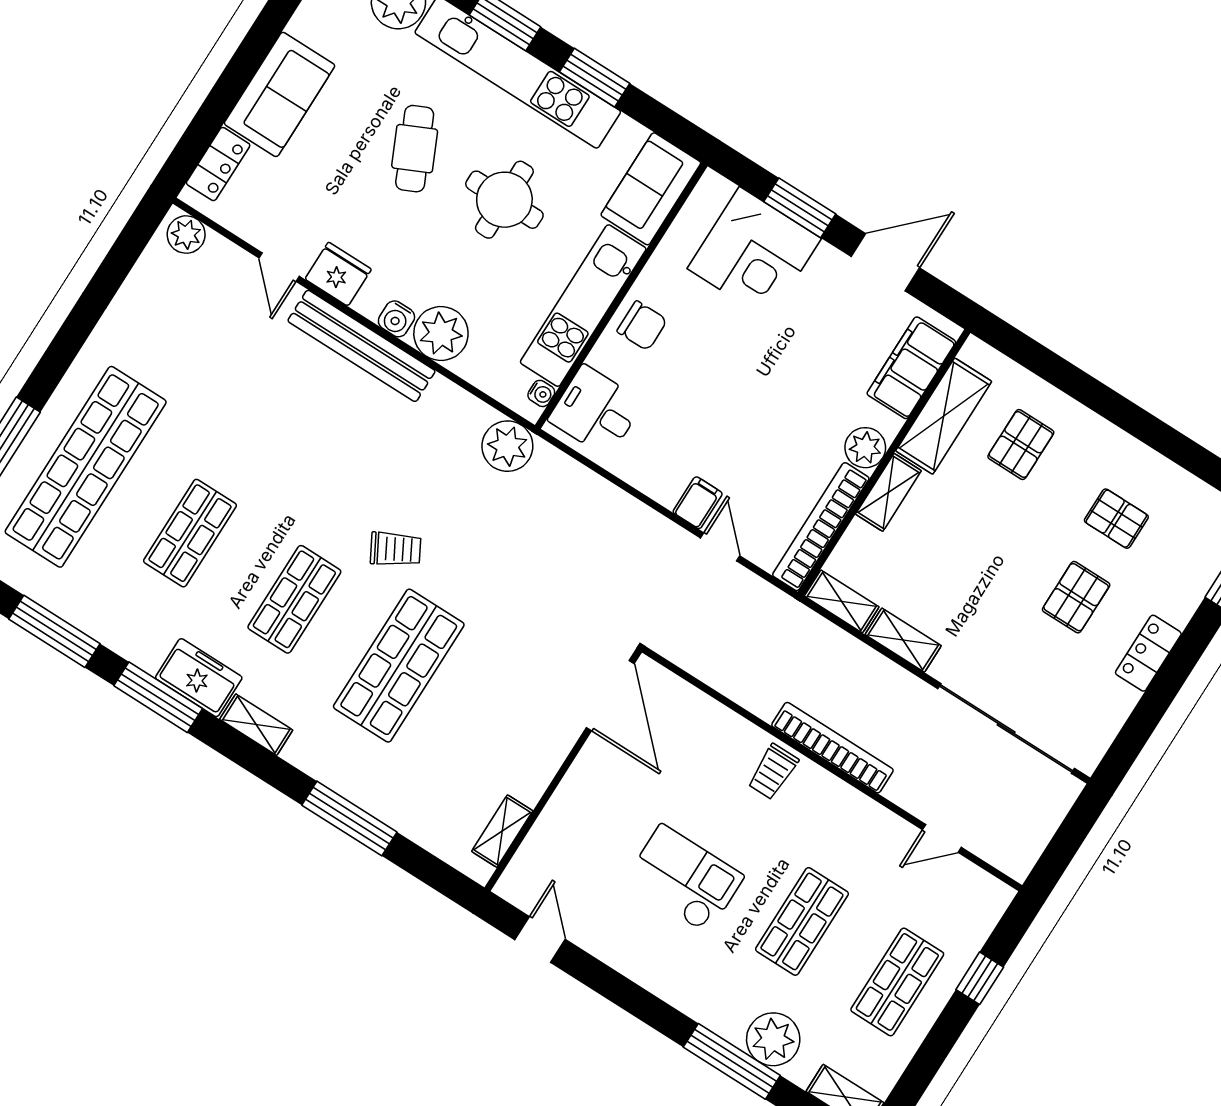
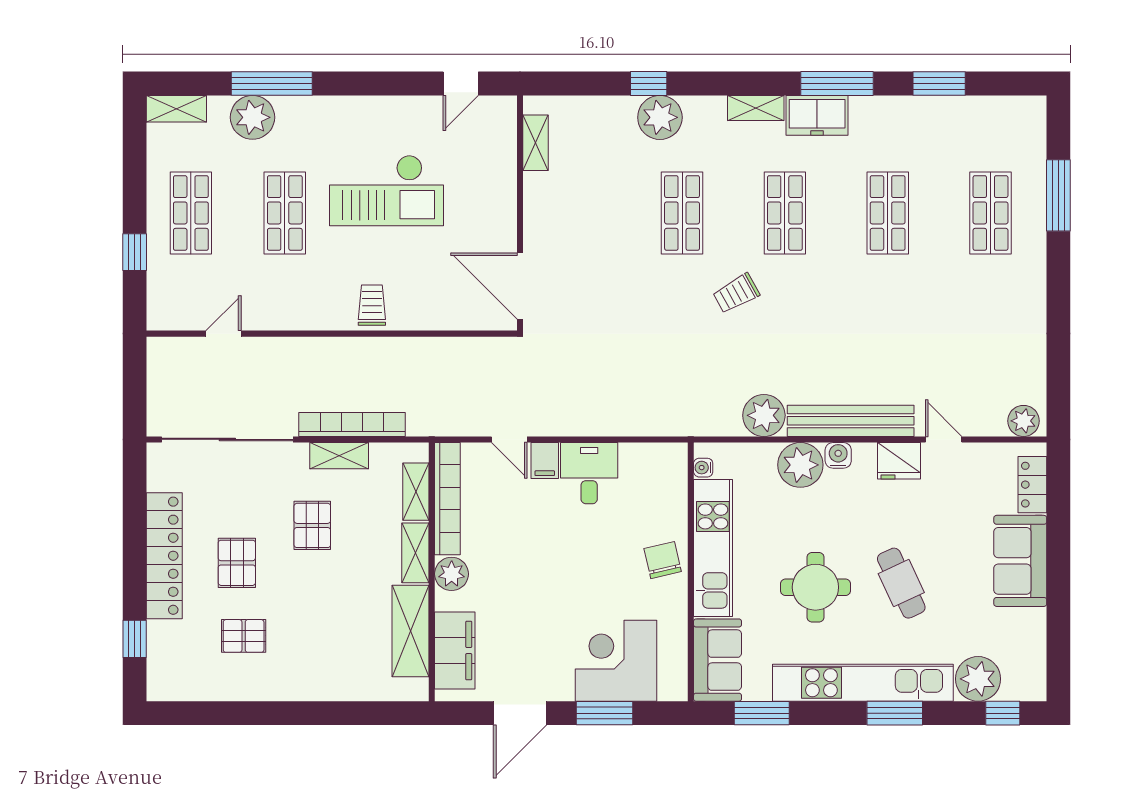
window: (595, 78) -> (762, 713), moved
chair: (642, 326) -> (663, 560), turned 77
desk: (596, 411) -> (589, 473), moved, turned -90
pallet: (1021, 445) -> (312, 525), moved
plant: (507, 446) -> (764, 415), moved
shop shelf: (86, 467) -> (990, 213), width x0.50, depth x0.74
shelving: (842, 601) -> (416, 492), moved, turned 90
window: (54, 631) -> (939, 83), width x0.69
locker: (1148, 653) -> (164, 556), width x2.16, depth x1.21
shop shelf: (399, 666) -> (682, 213), width x0.70, depth x0.74
bookcase: (832, 748) -> (352, 424), moved, turned 180
plant: (360, 777) -> (660, 117), added
window: (349, 819) -> (649, 83), width x0.46
checkout: (684, 879) -> (387, 190), width x1.36, depth x1.21
door: (540, 940) -> (461, 83), hinge flipped

